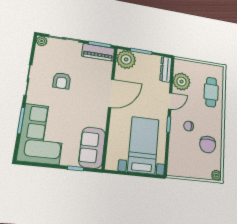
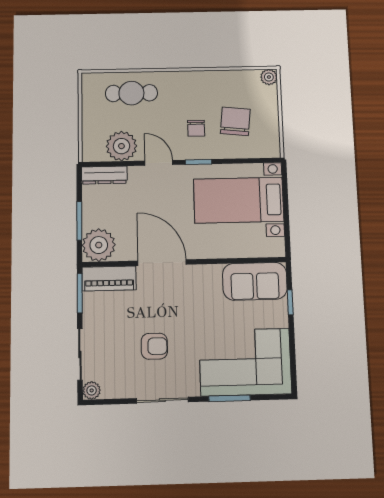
piano: (98, 52) -> (109, 278), moved, turned 90
chair: (208, 145) -> (235, 121), moved, turned -84

